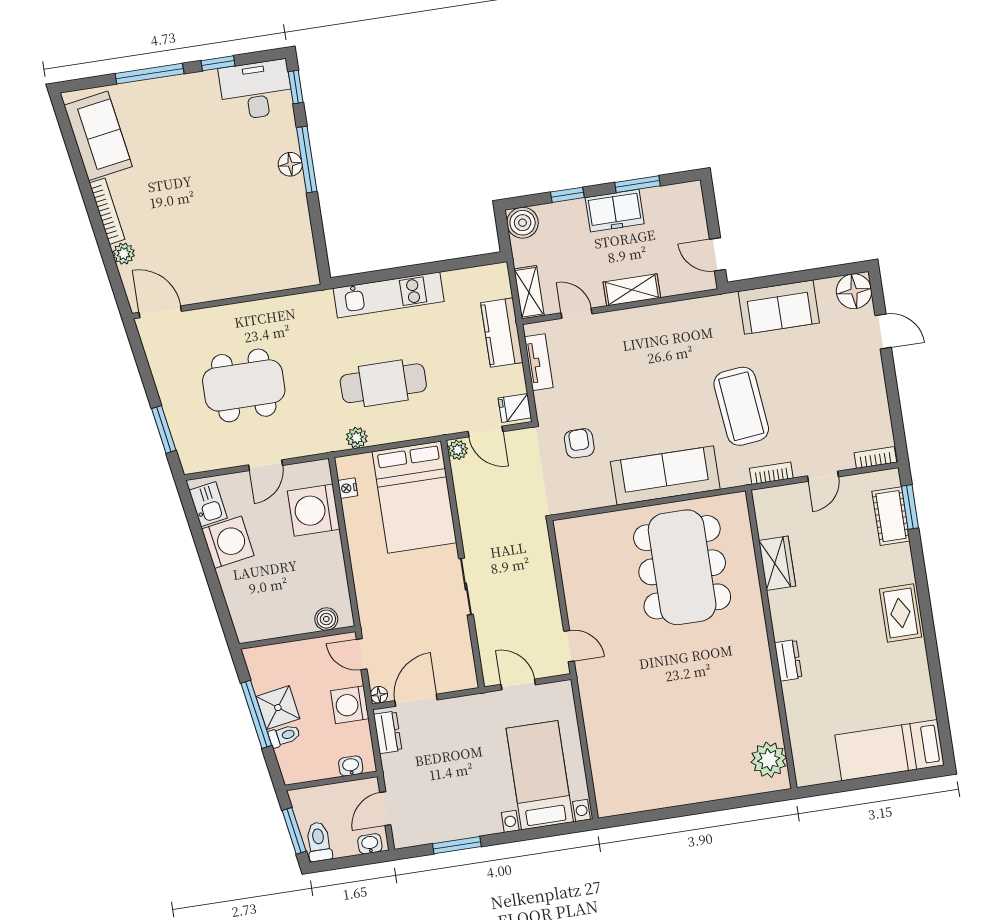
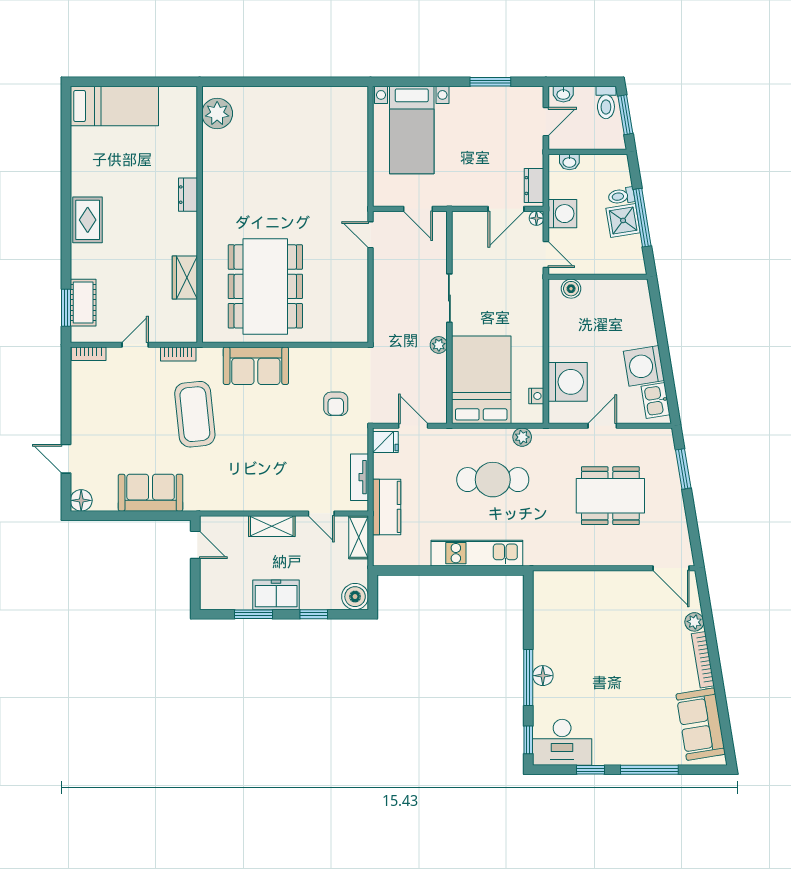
floor lamp: (854, 291) -> (81, 500), width x0.73, depth x0.73
plant: (458, 450) -> (439, 345), moved
sofa: (665, 475) -> (256, 366), width x0.73

